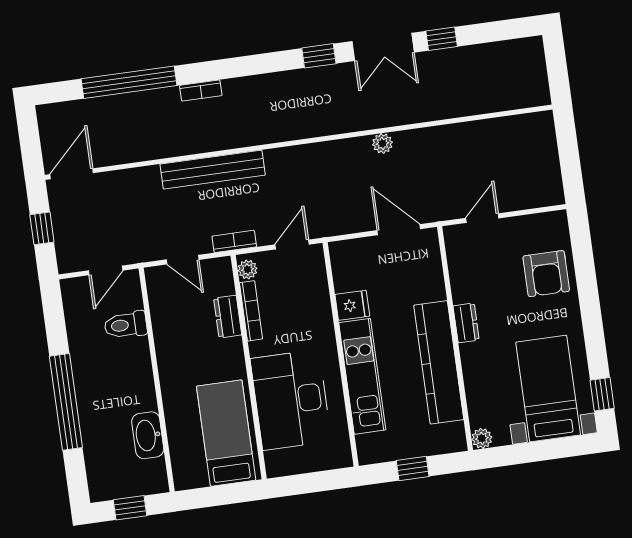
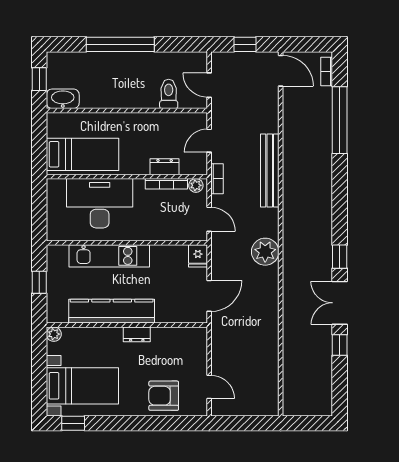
bookcase: (201, 91) -> (327, 71), moved
plant: (382, 143) -> (265, 252), moved, width x1.87, depth x1.87
door: (482, 218) -> (209, 387), moved
fridge: (352, 305) -> (198, 256), moved
washbasin: (148, 435) -> (63, 99), moved

